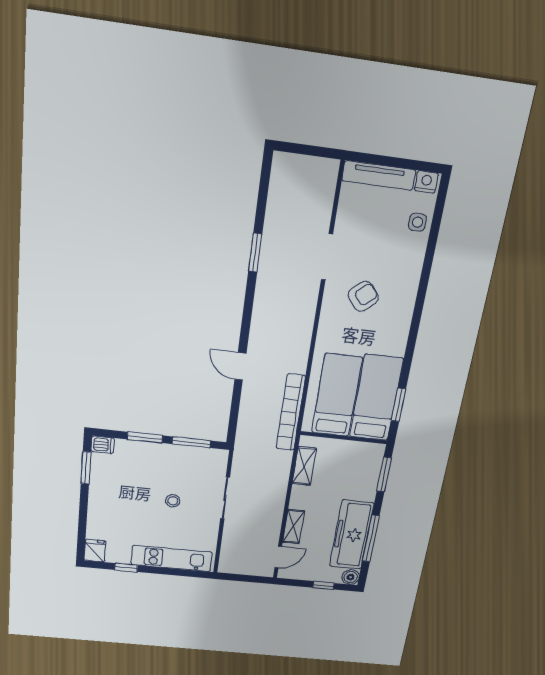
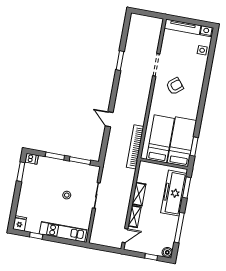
shelving: (304, 466) -> (139, 194), moved
freezer: (352, 535) -> (174, 193), moved

